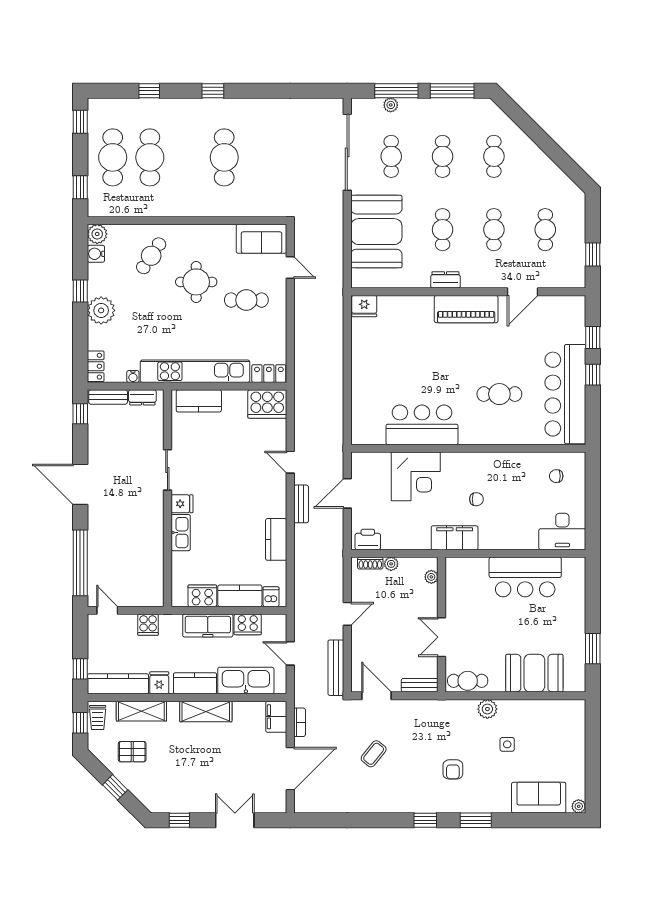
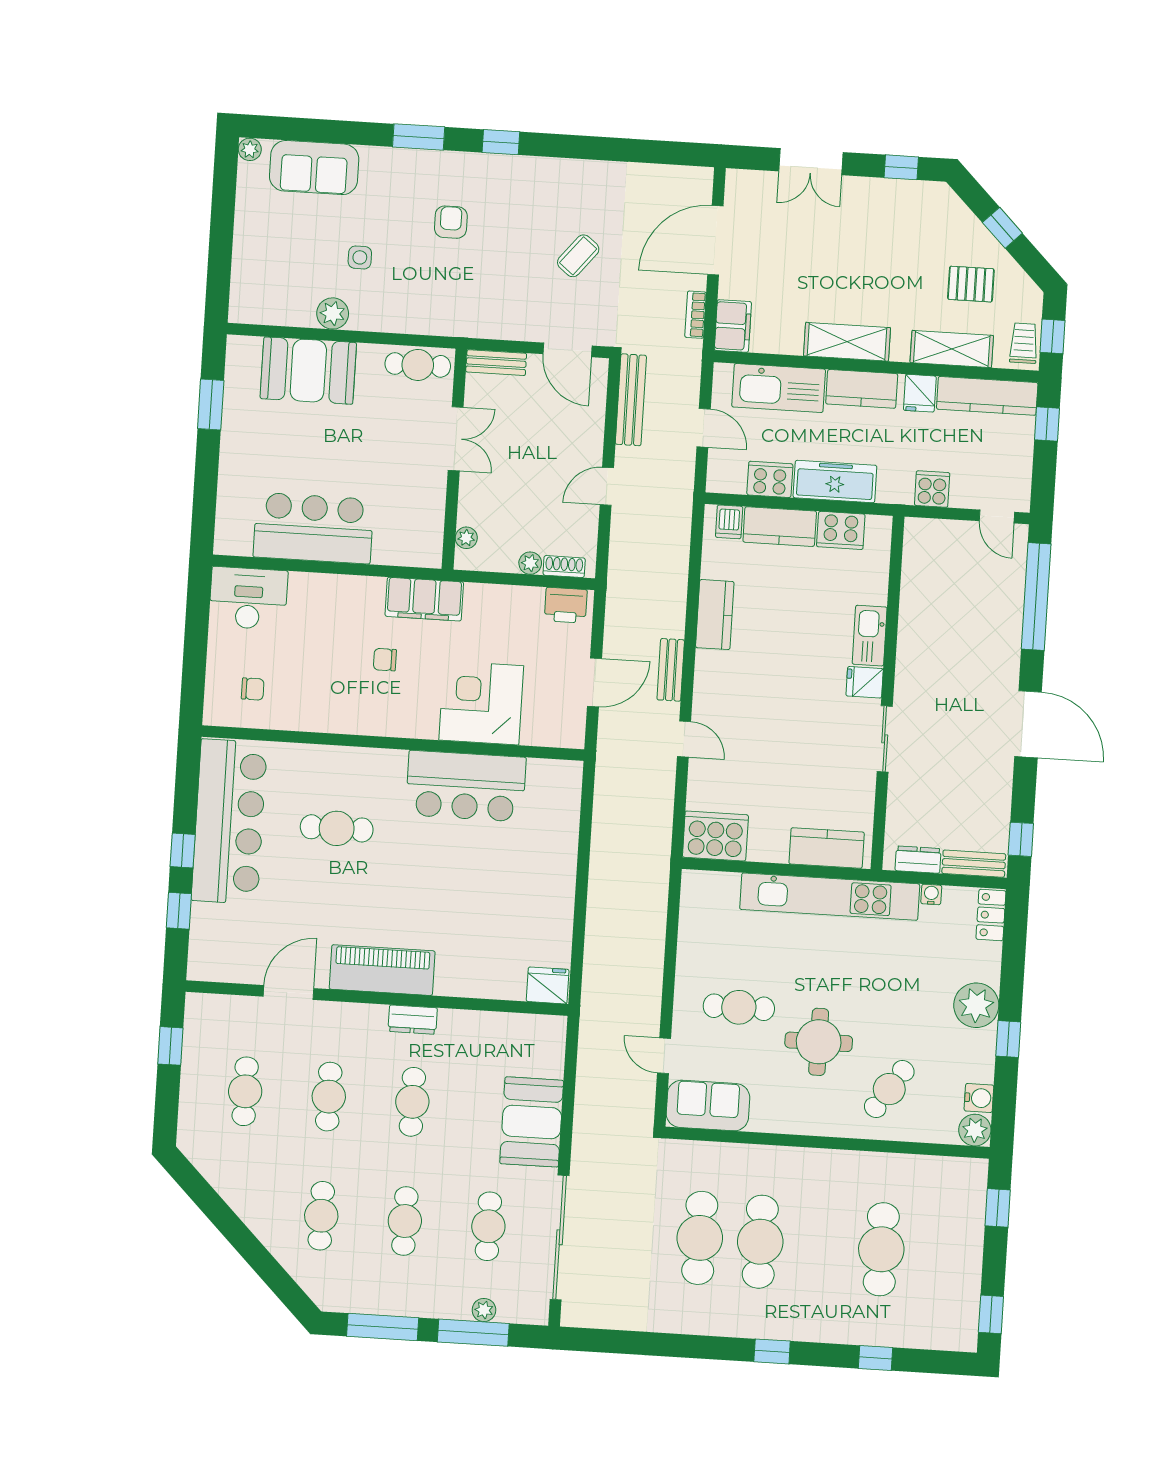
cafe table: (113, 157) -> (700, 1238), moved
booth: (376, 232) -> (532, 1122), width x0.73, depth x0.70
locker: (269, 374) -> (710, 885), removed
plant: (487, 709) -> (333, 313), moved

